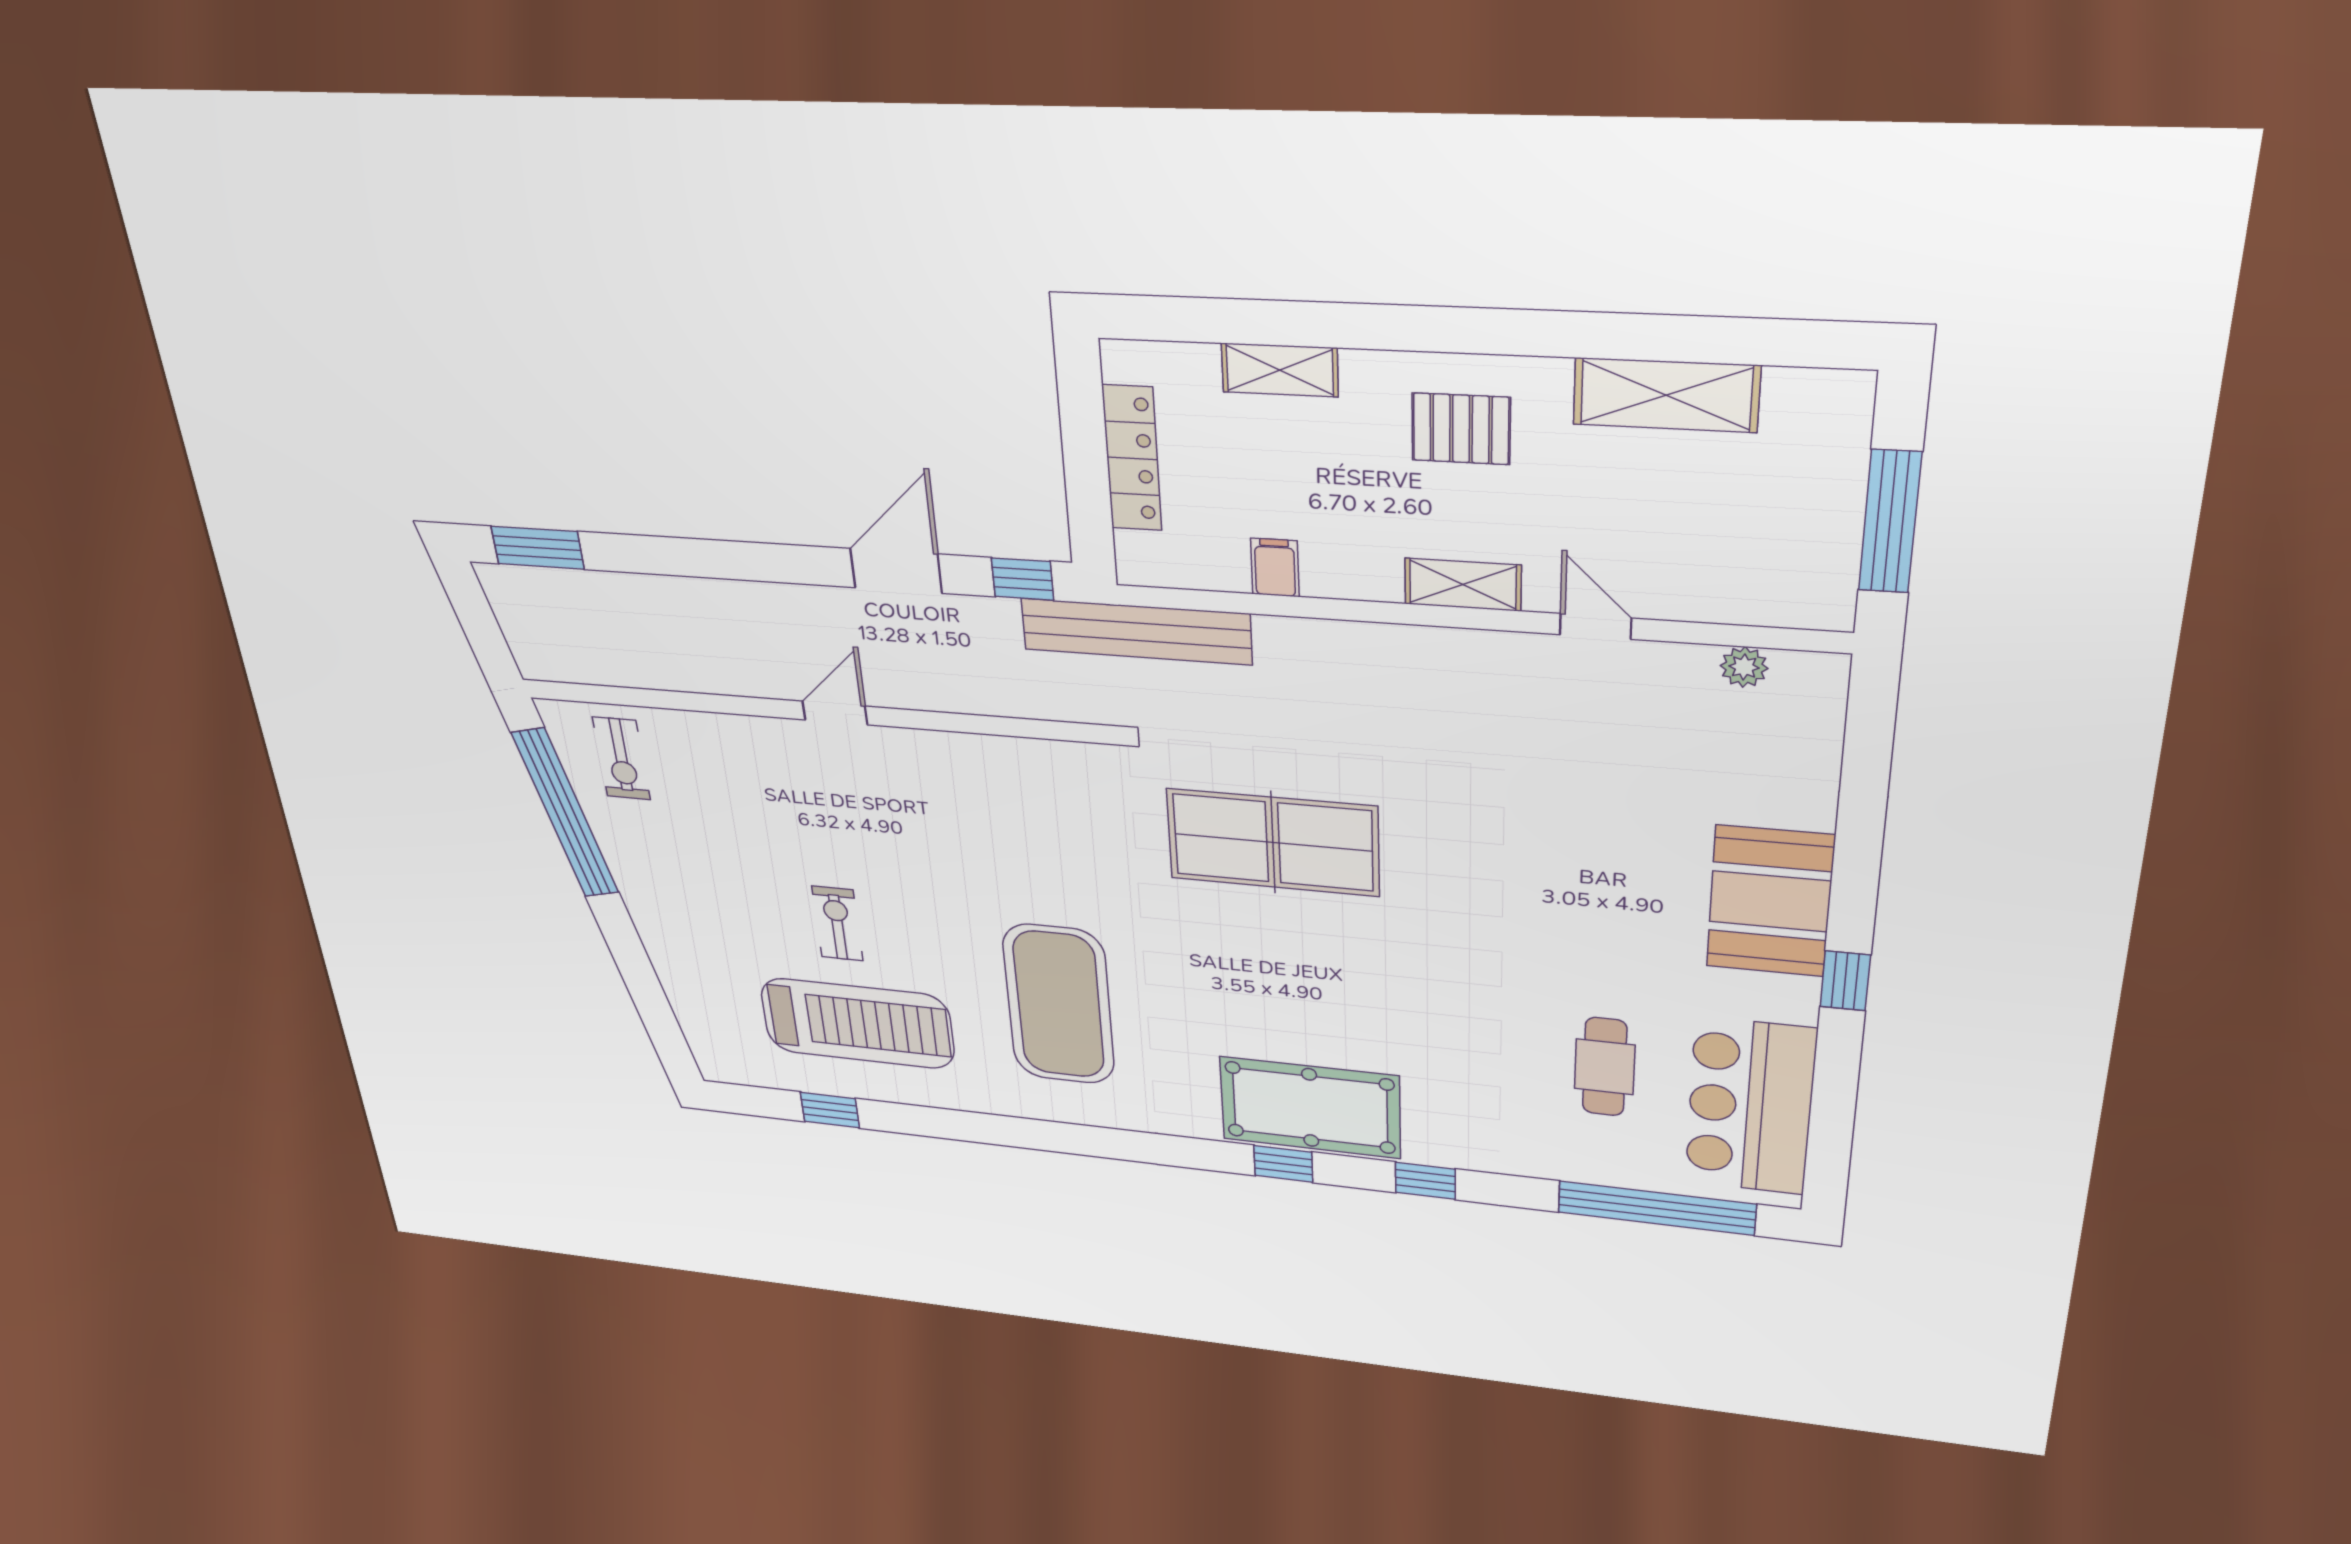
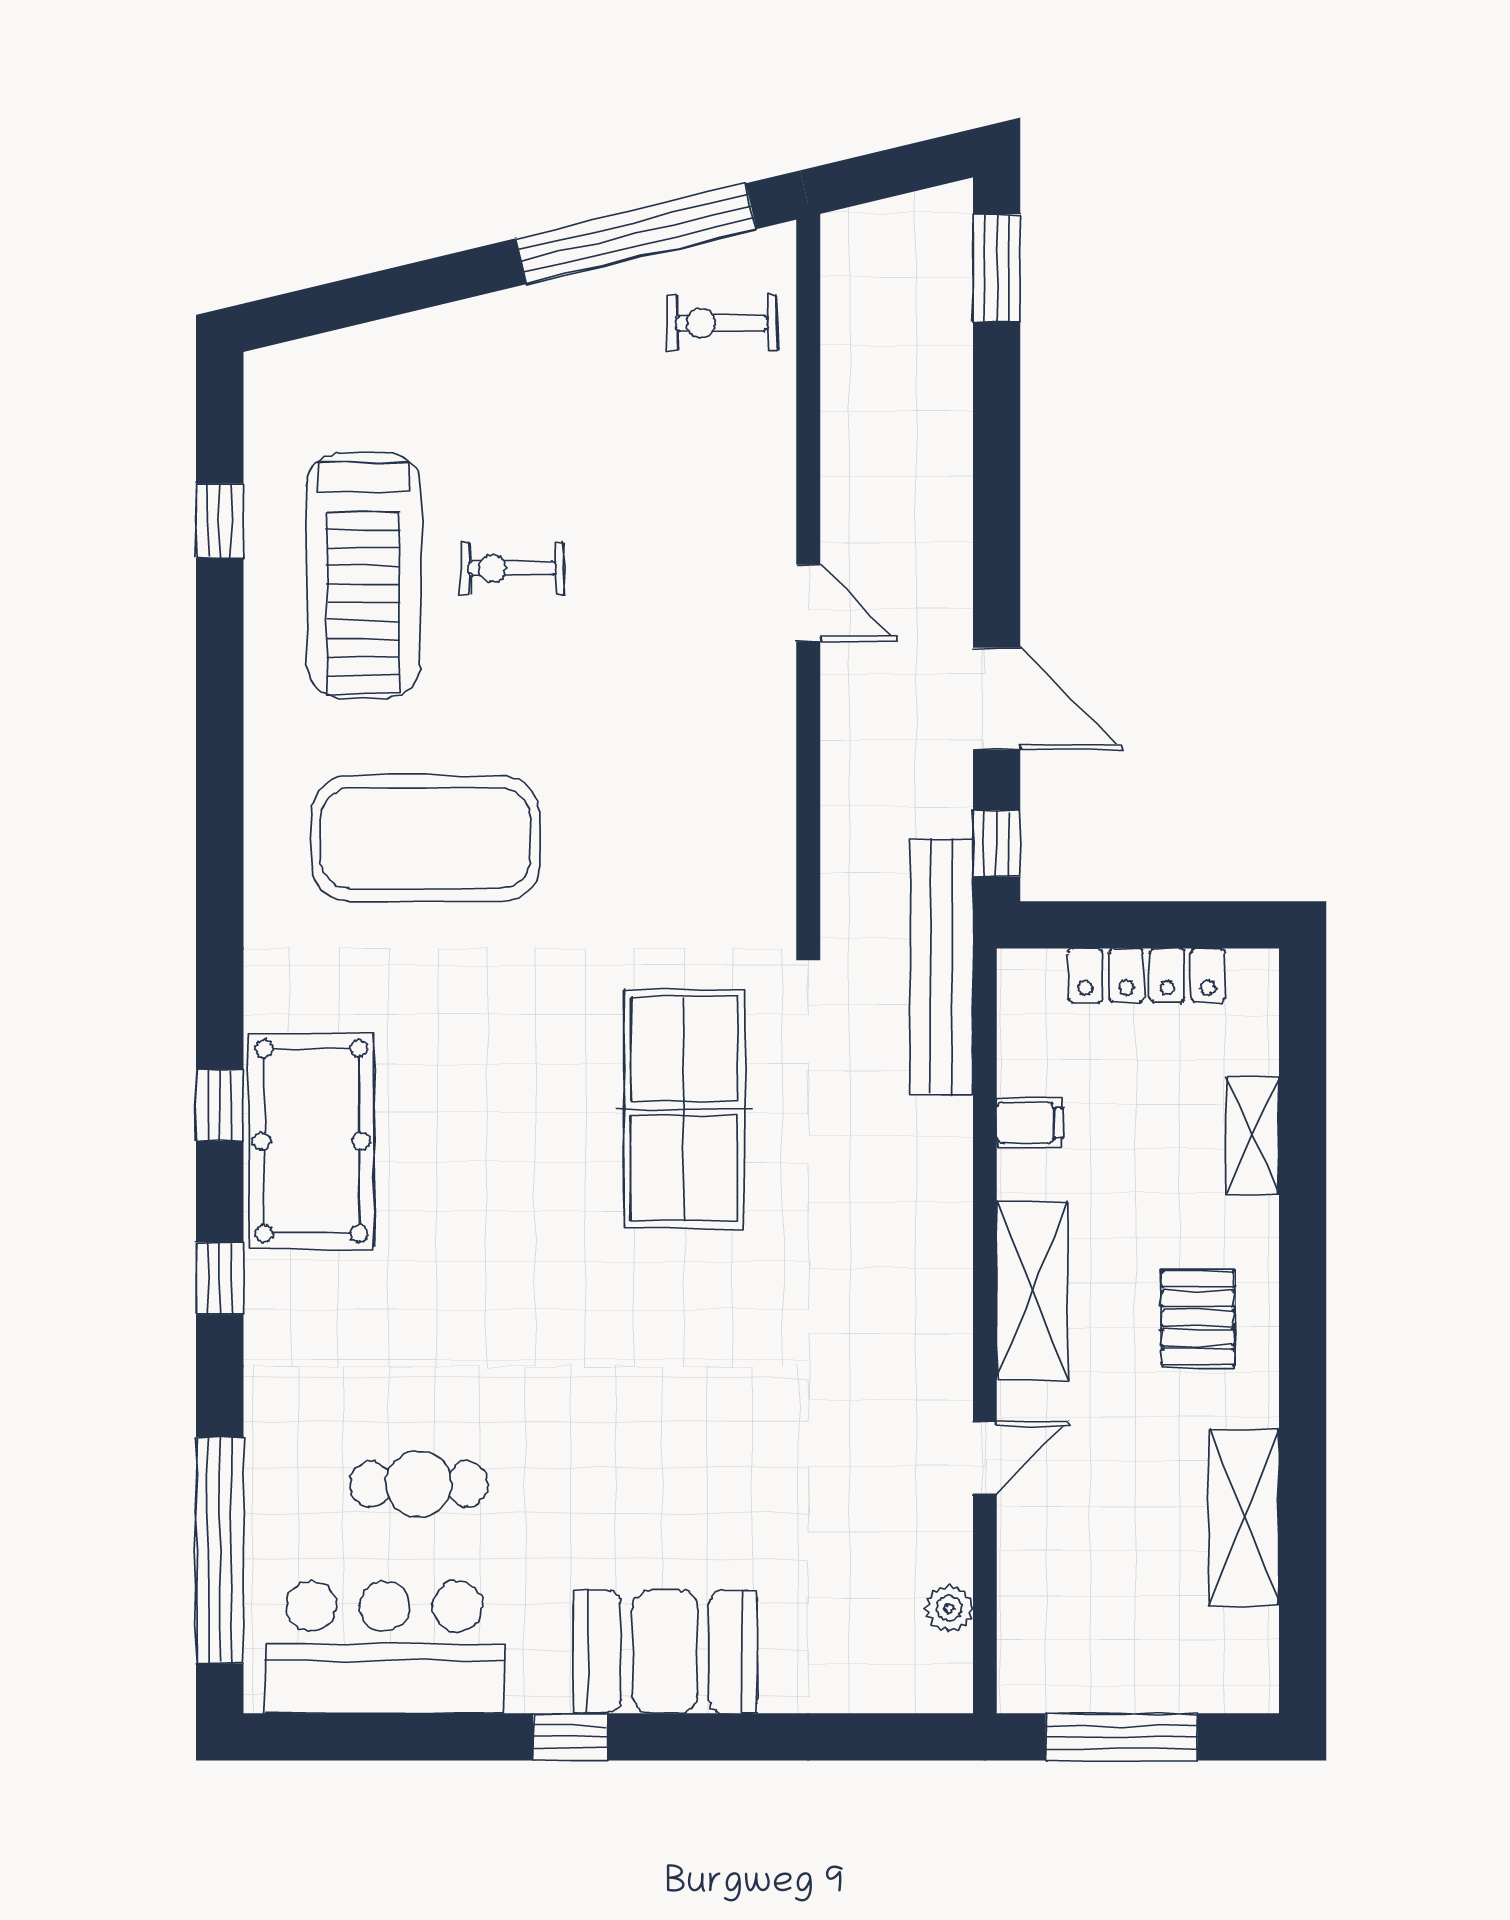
shelving: (1463, 585) -> (1032, 1291), width x1.50, depth x1.33
exercise bike: (837, 923) -> (512, 568), turned 180

